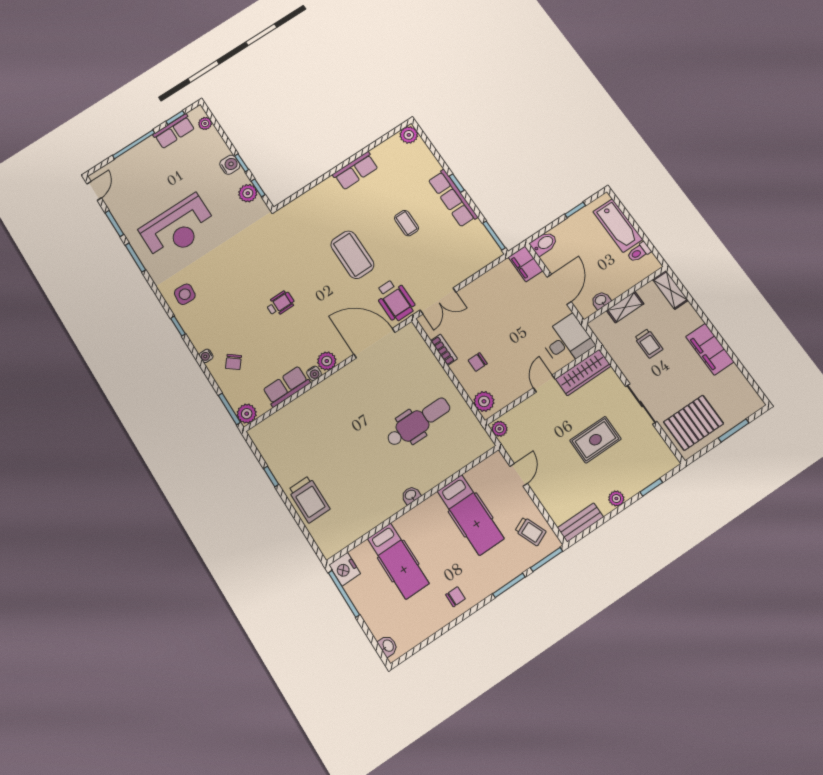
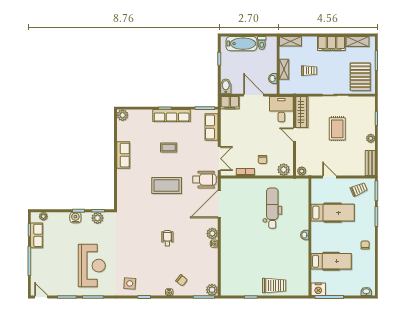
shelving: (740, 385) -> (358, 42), added
row of seats: (286, 386) -> (212, 127), moved

